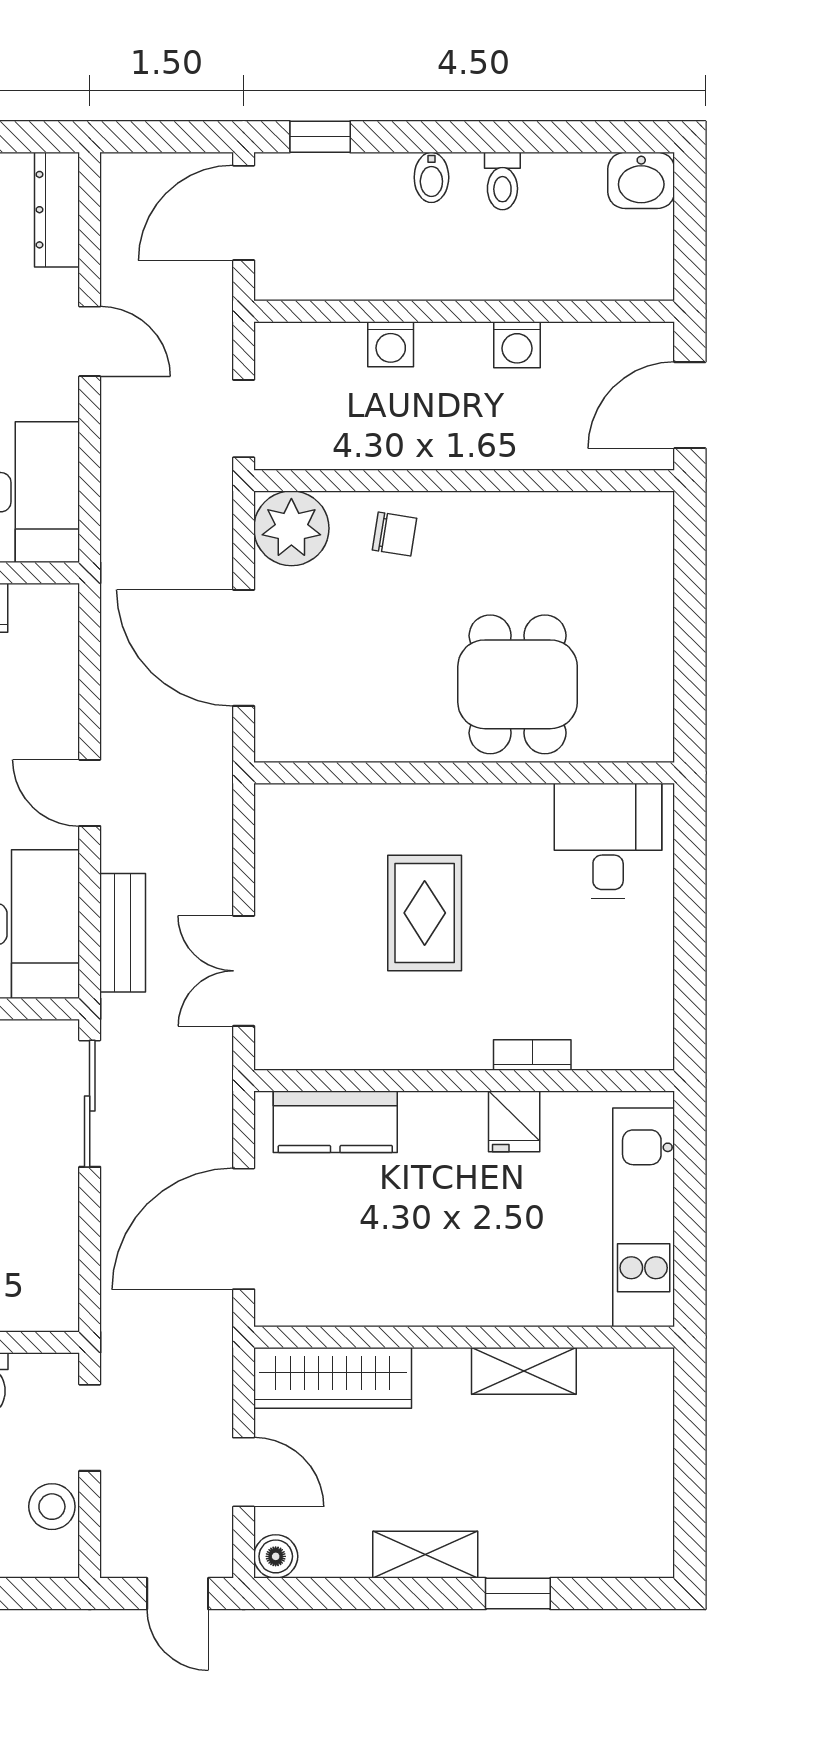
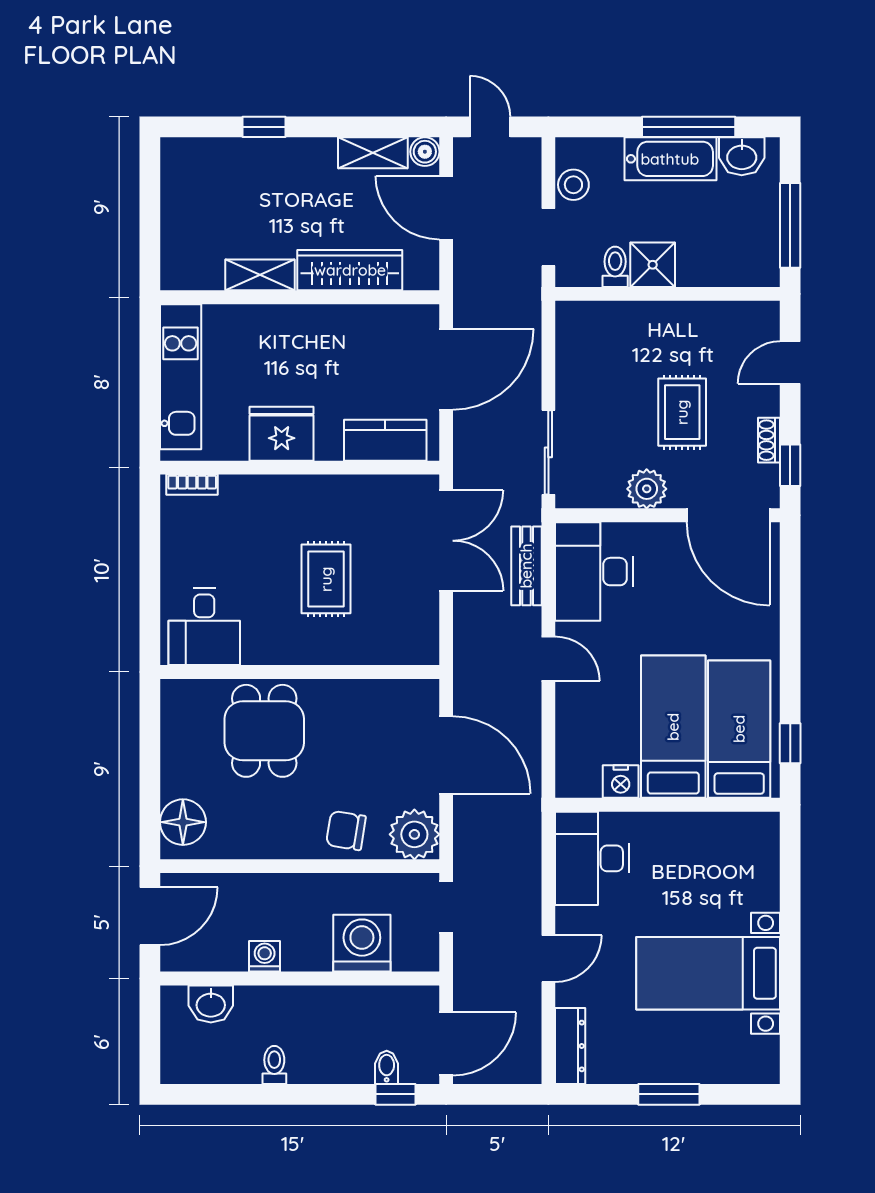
bidet: (431, 177) -> (387, 1067), moved
washbasin: (641, 180) -> (211, 1004), moved, turned 180
door: (90, 341) -> (548, 959), swing flipped
washing machine: (391, 344) -> (362, 943), width x1.89, depth x1.89
chair: (394, 534) -> (346, 831), width x1.37, depth x1.37
floor lamp: (640, 547) -> (183, 822), added
double door: (244, 971) -> (446, 541), width x1.37
bookcase: (532, 1055) -> (192, 485), moved
fridge: (514, 1121) -> (282, 434), width x1.88, depth x1.34
wardrobe: (333, 1378) -> (350, 270), moved
door: (244, 1472) -> (446, 208), width x1.38
shelving: (425, 1555) -> (373, 153), moved

